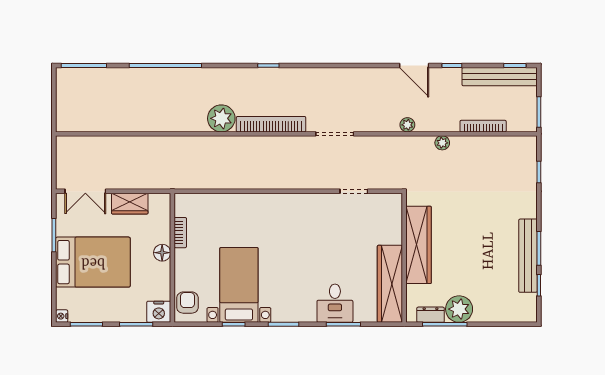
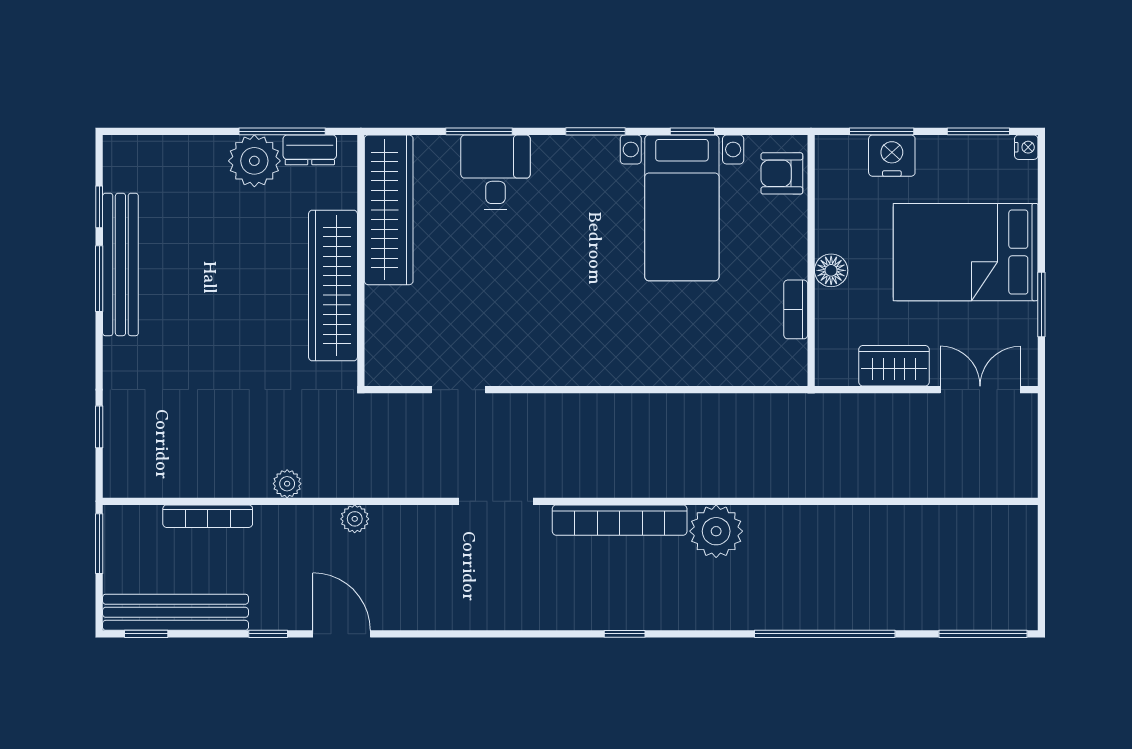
armchair: (187, 303) -> (782, 173), turned 90
nightstand: (159, 312) -> (892, 156), moved

